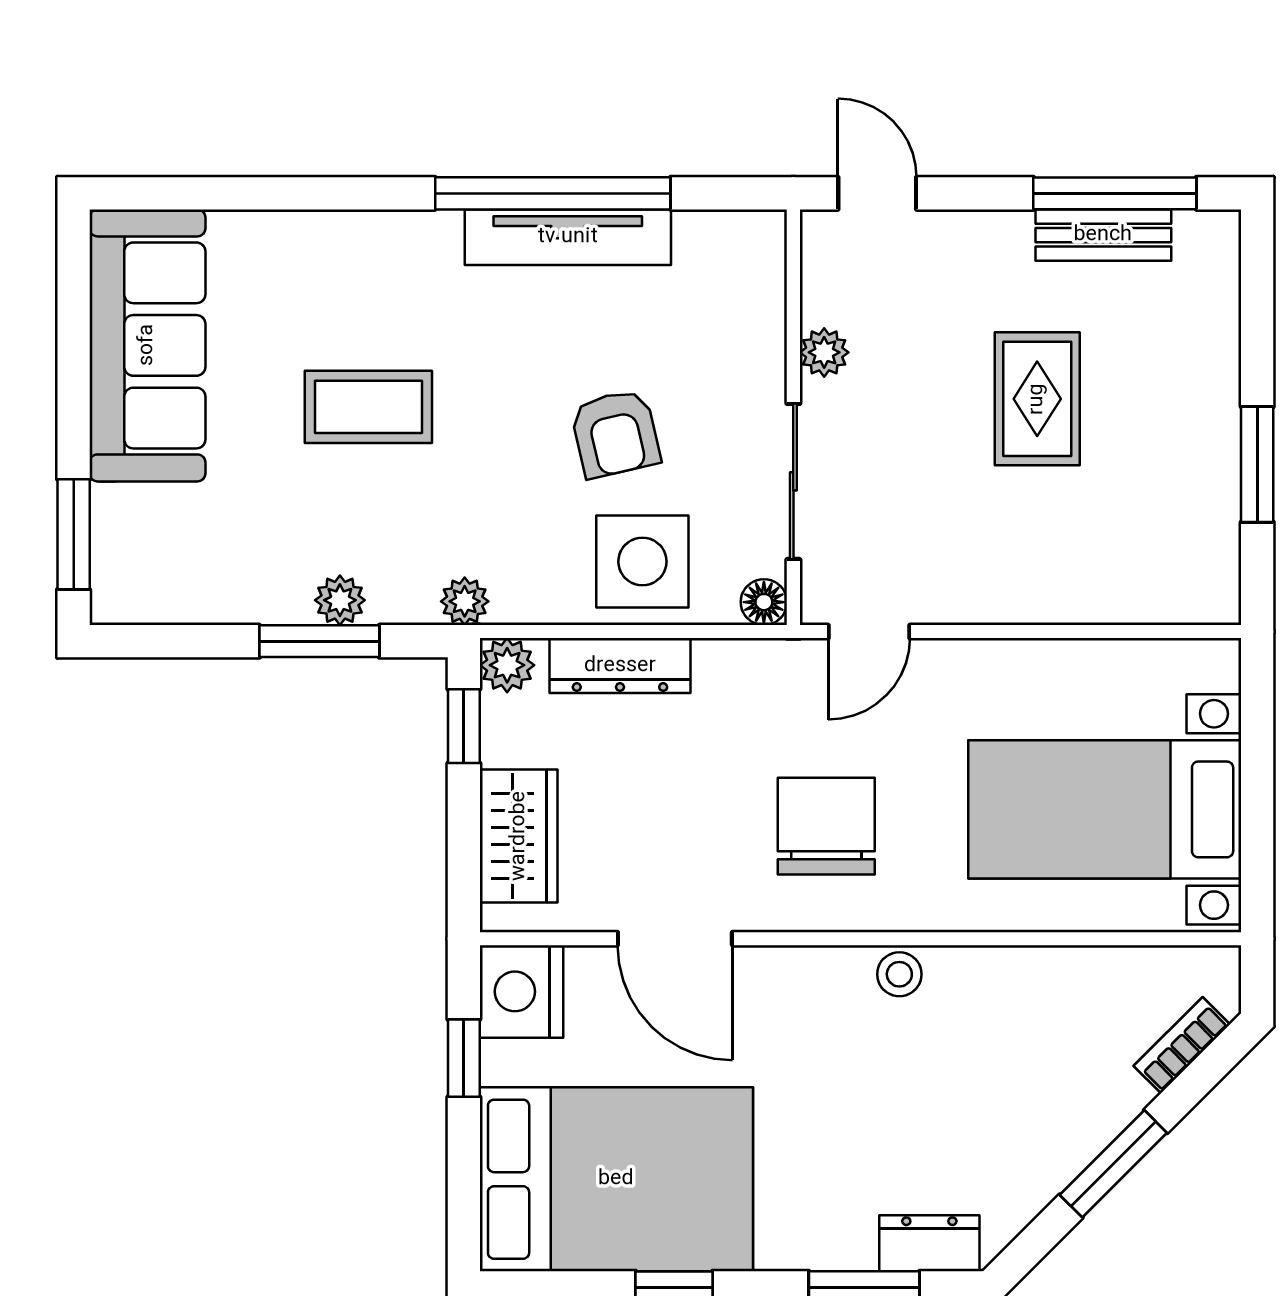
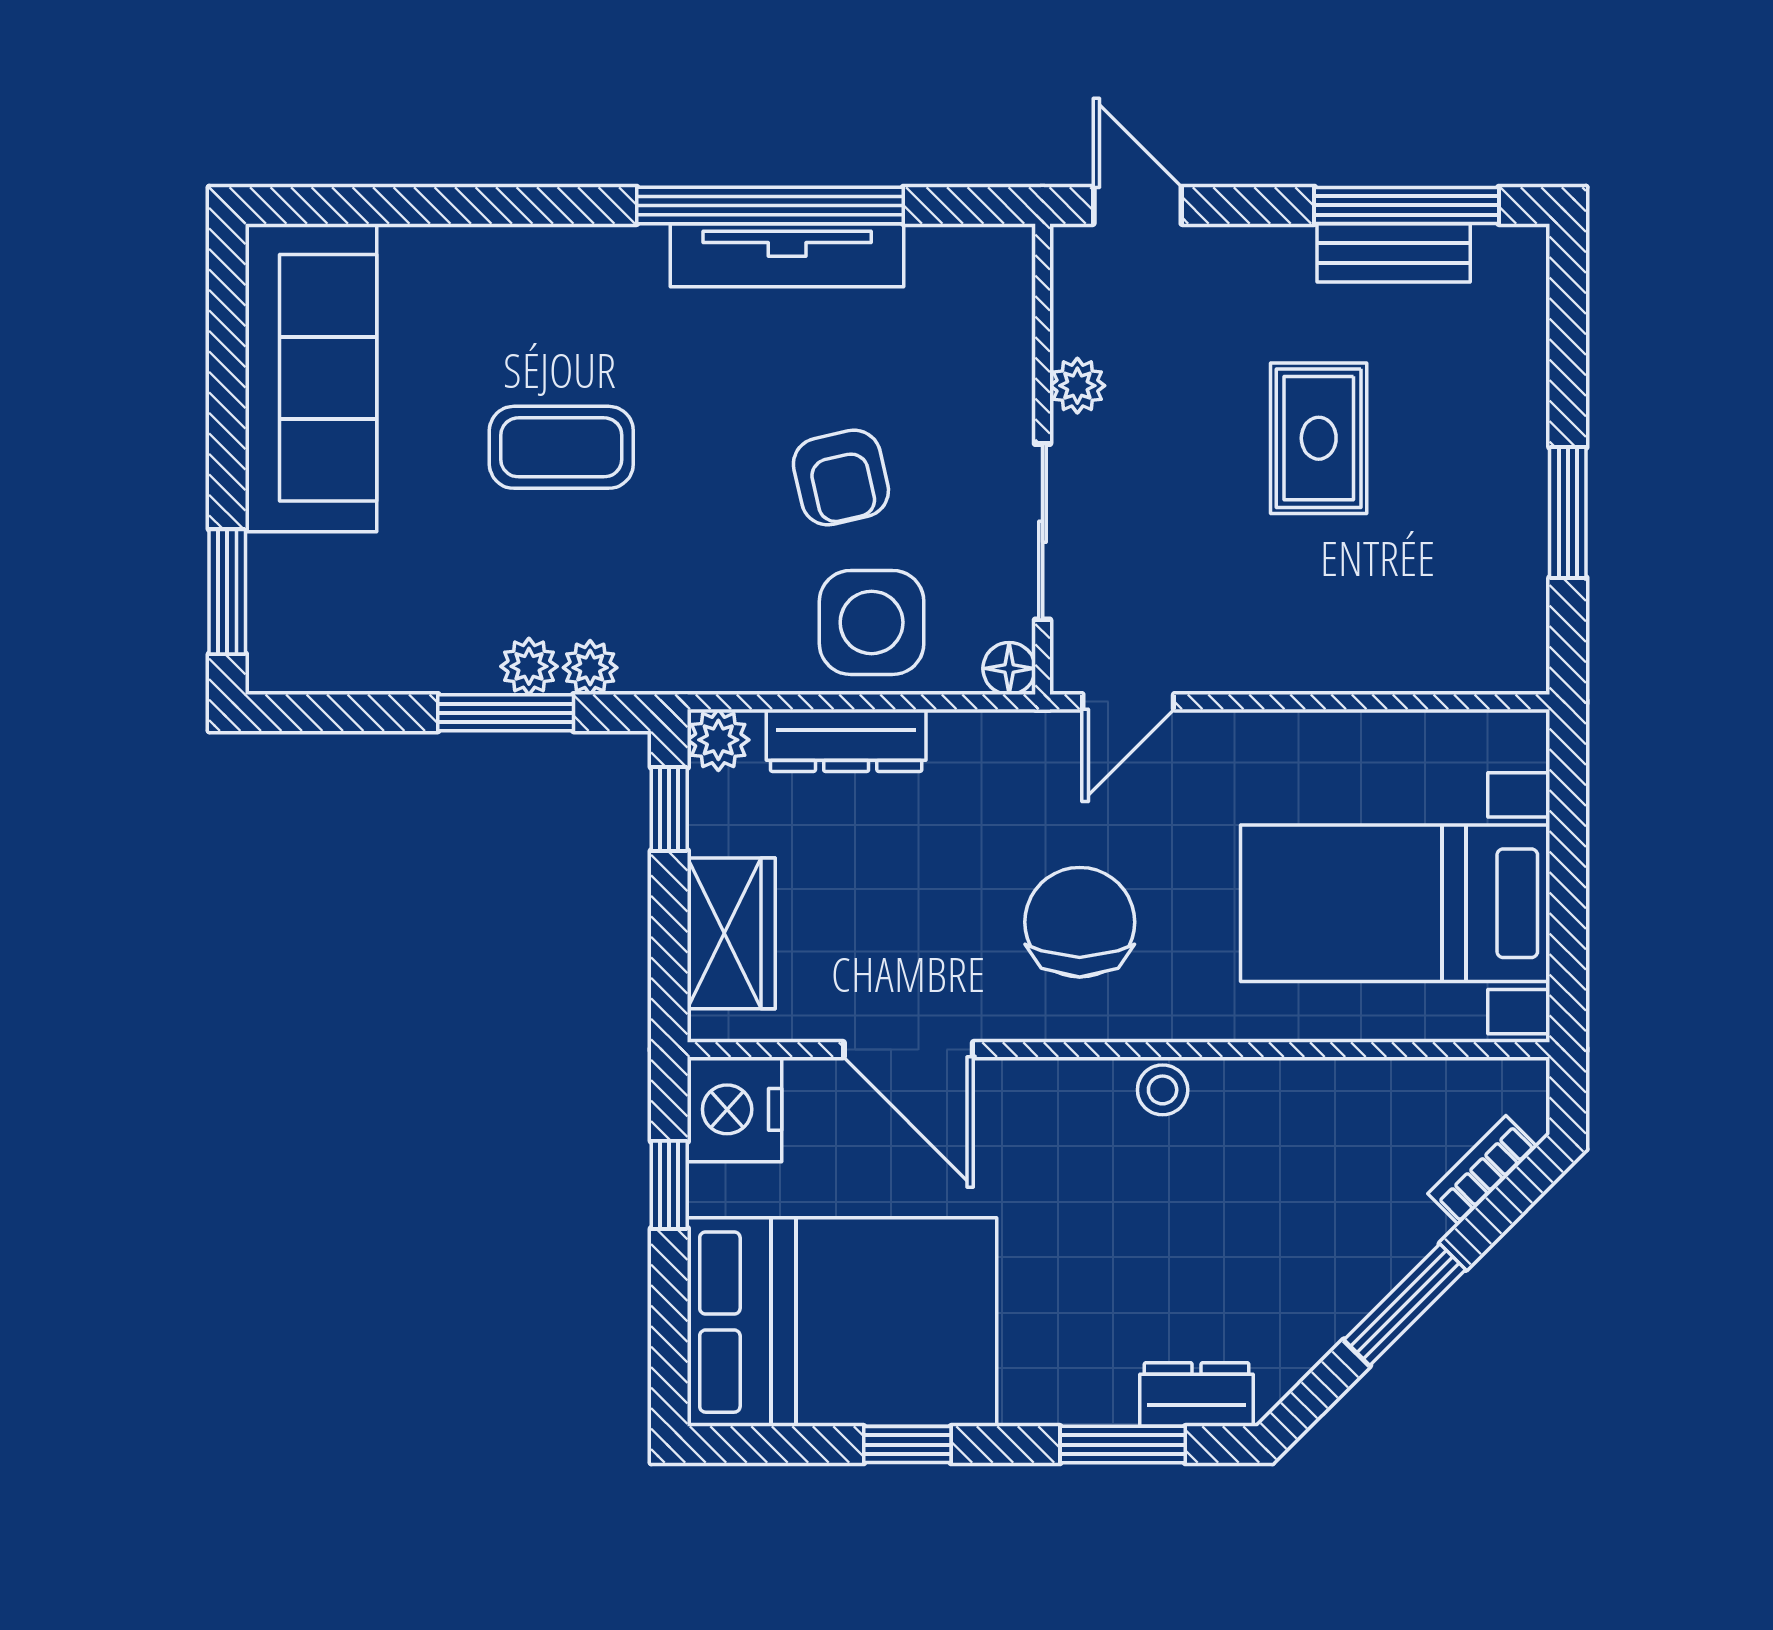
plant: (465, 601) -> (590, 668), moved

